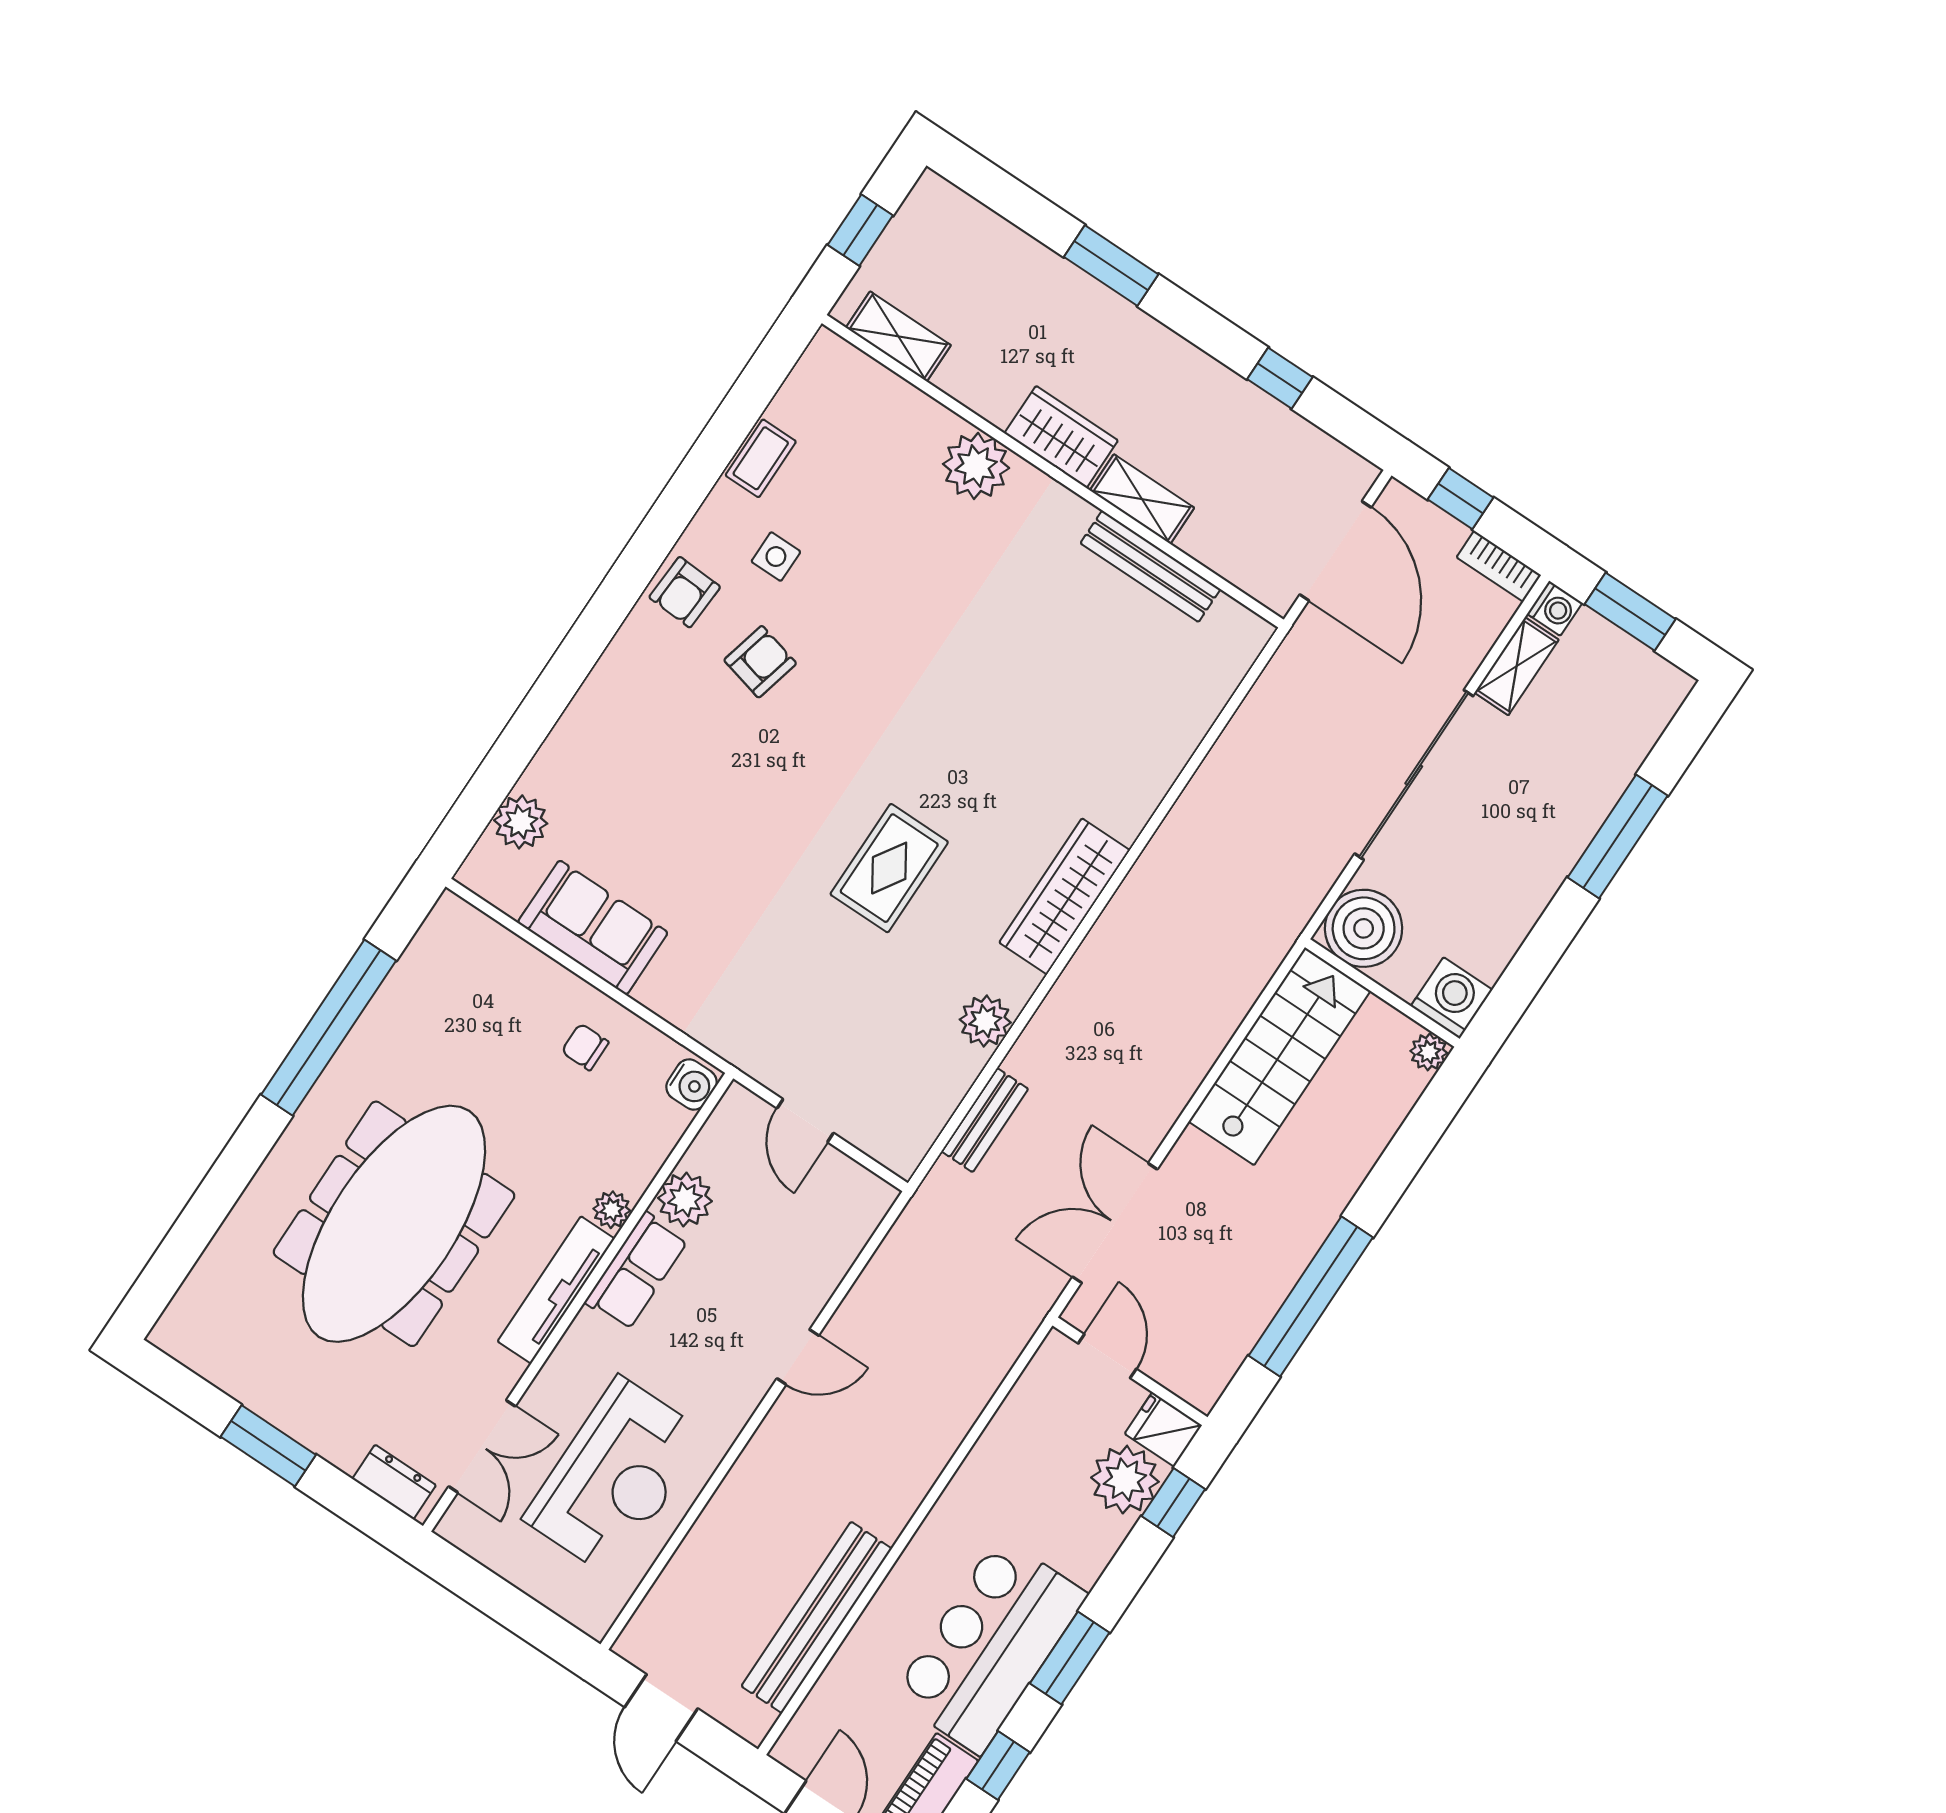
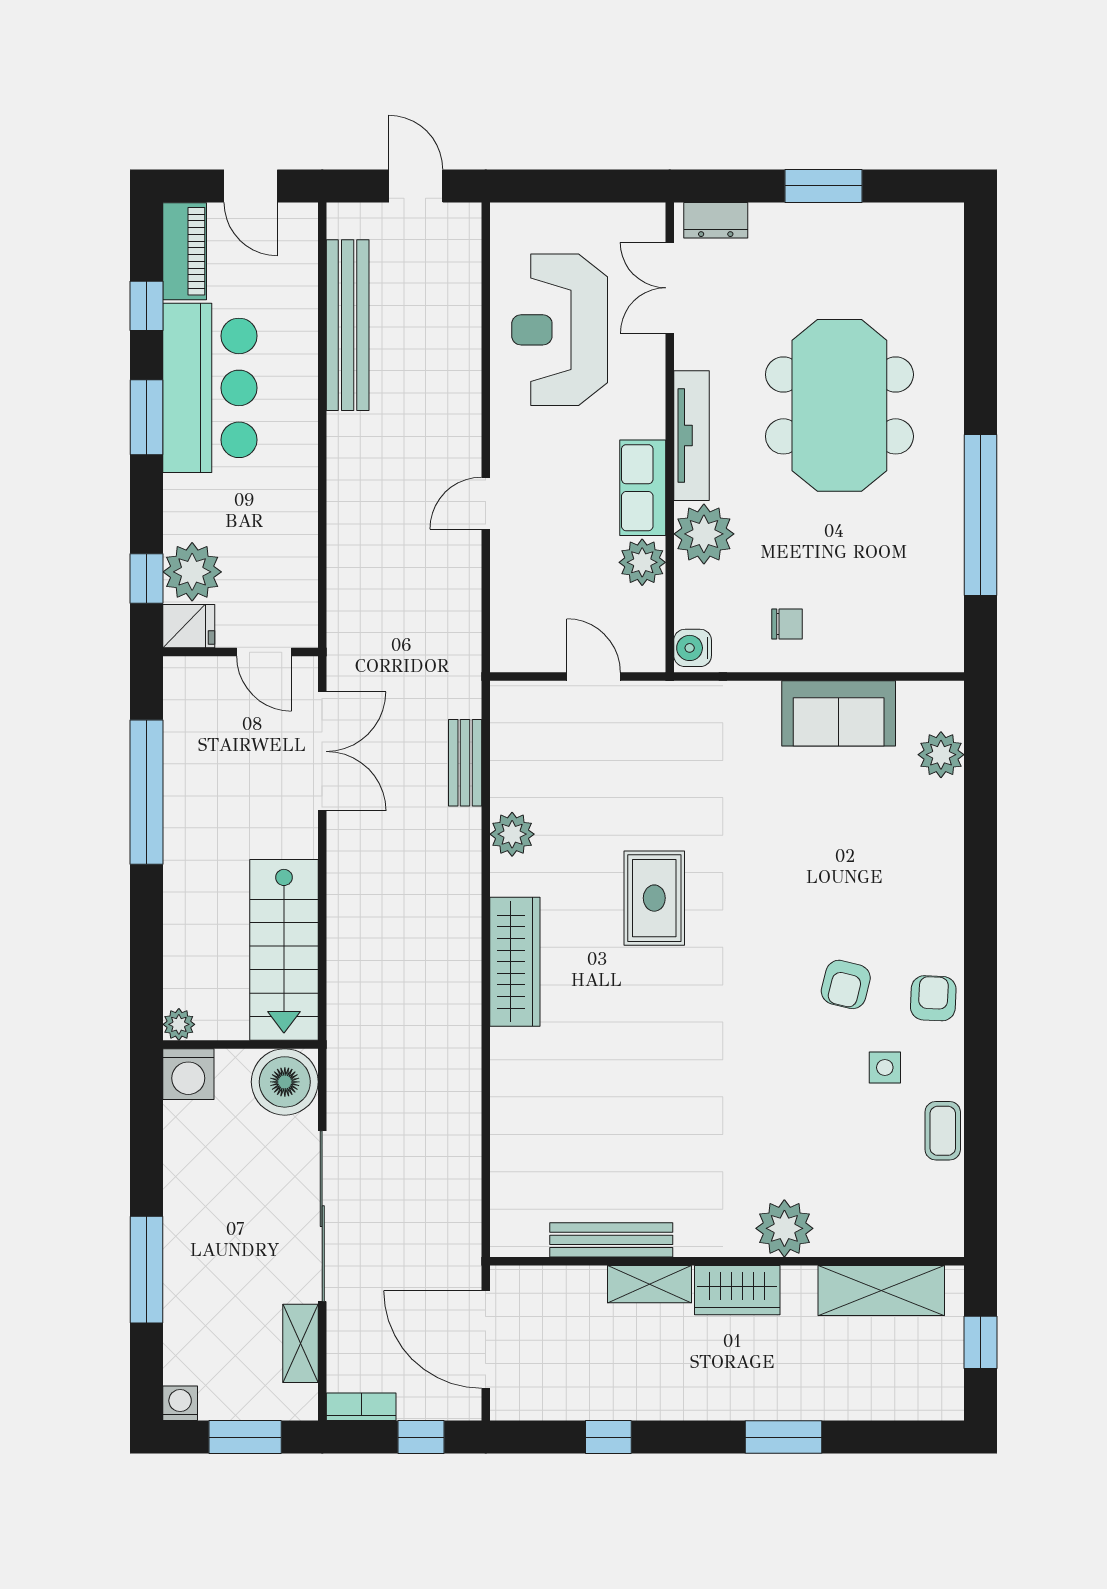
shelving: (898, 336) -> (881, 1291), width x1.50, depth x1.33
washing machine: (1555, 608) -> (180, 1403), moved, turned 90
plant: (612, 1210) -> (704, 534), width x1.88, depth x1.88
meeting table: (394, 1224) -> (839, 405), width x0.73

